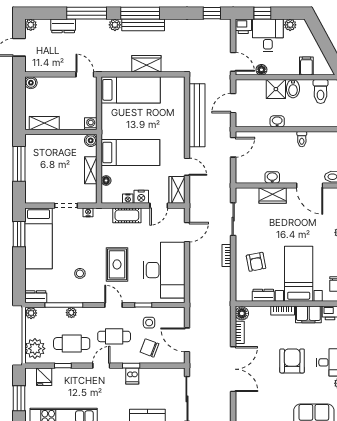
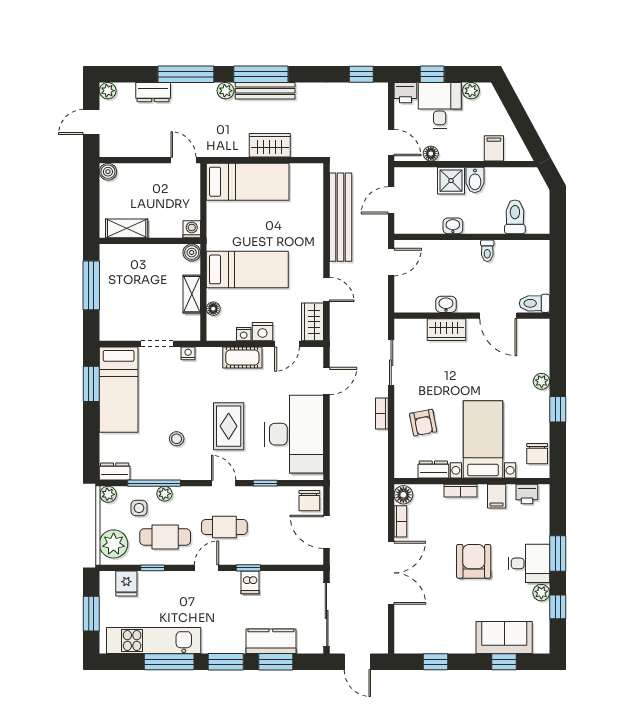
toilet: (321, 92) -> (515, 217), moved, turned 180
filing cabinet: (308, 314) -> (497, 496), width x0.50
side table: (149, 323) -> (139, 508), moved
chair: (150, 348) -> (309, 501), moved, turned -111

